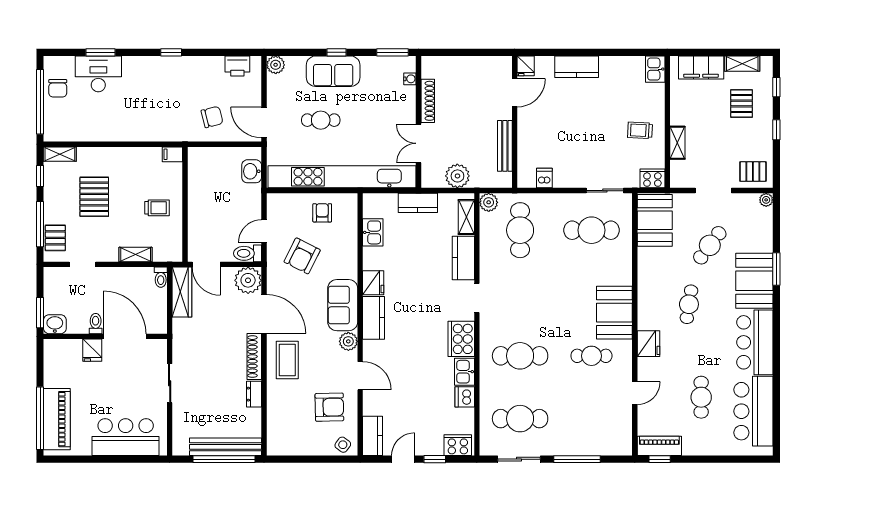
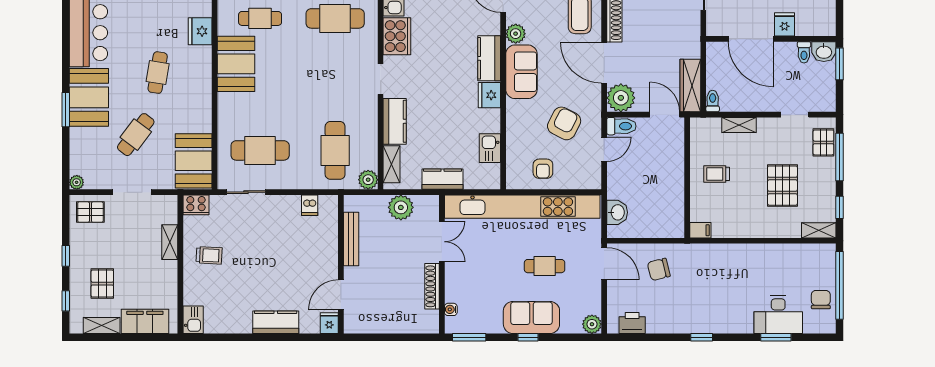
toilet: (96, 324) -> (804, 52), moved

